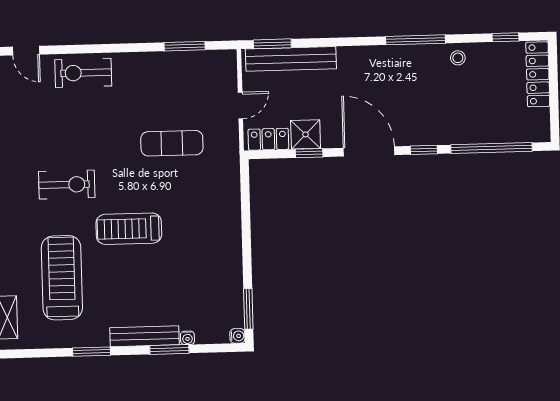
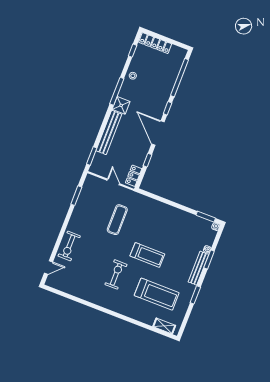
bench: (291, 59) -> (109, 132), moved
shower: (306, 134) -> (121, 105), moved
door: (369, 151) -> (158, 133), hinge flipped
treadmill: (129, 229) -> (147, 255), turned -90
treadmill: (62, 278) -> (157, 294), turned 180

